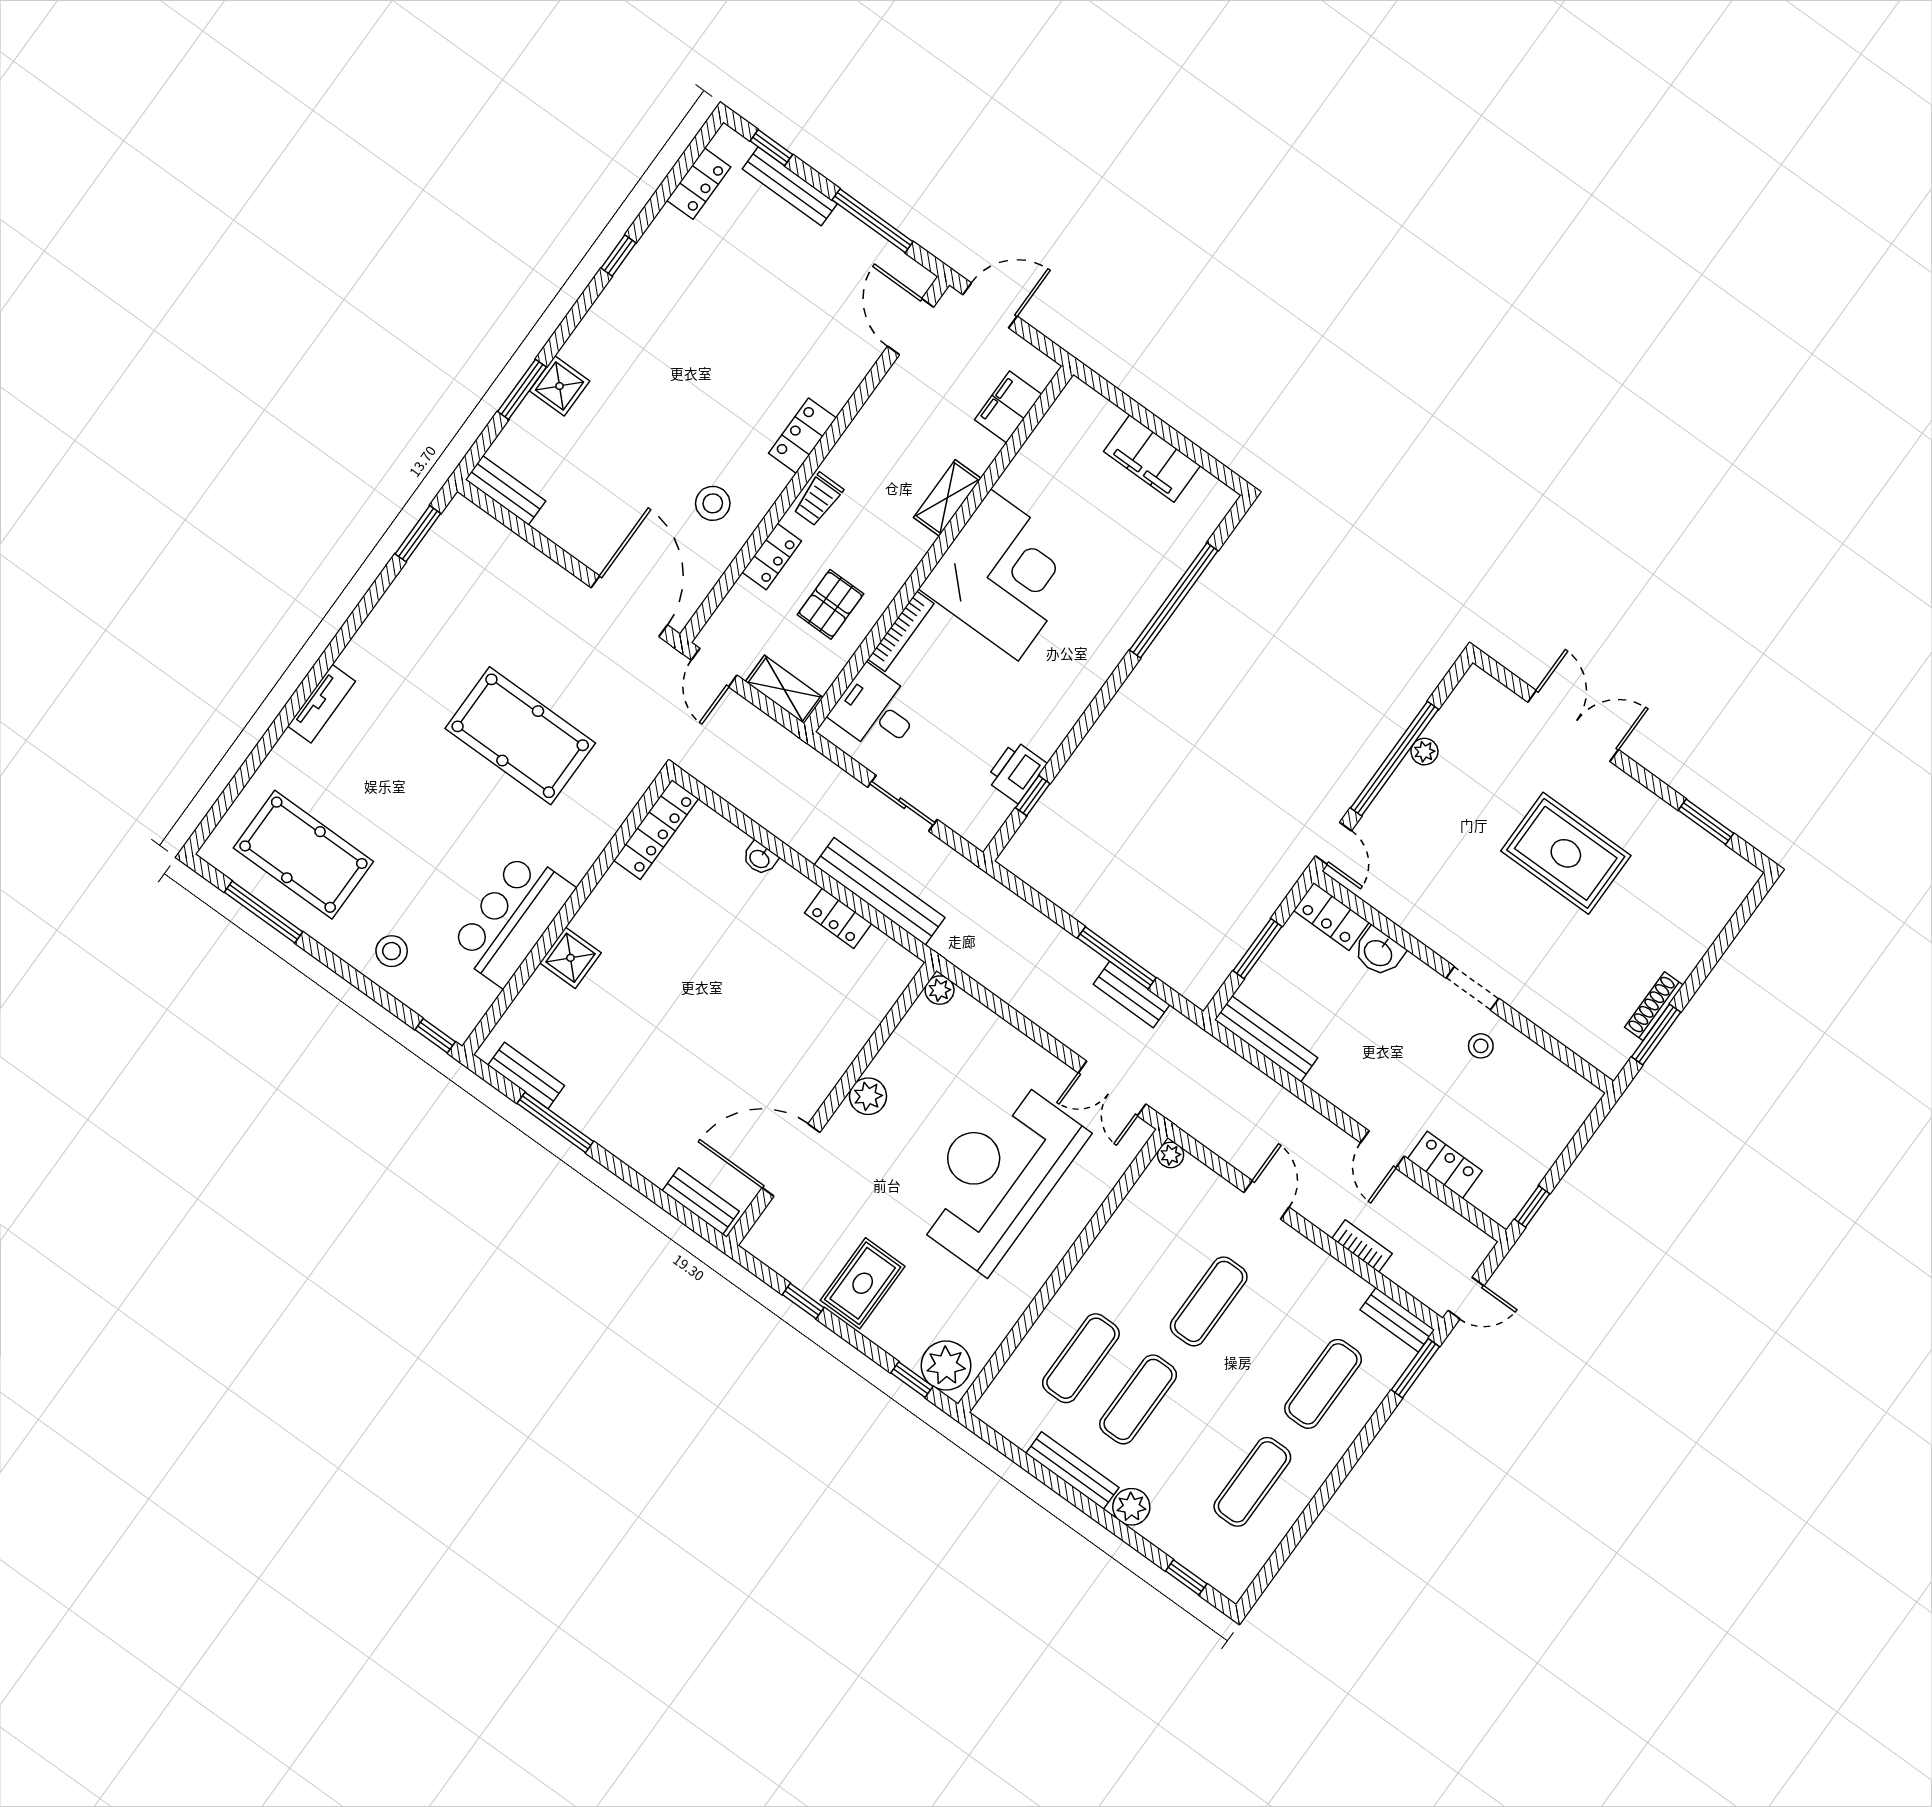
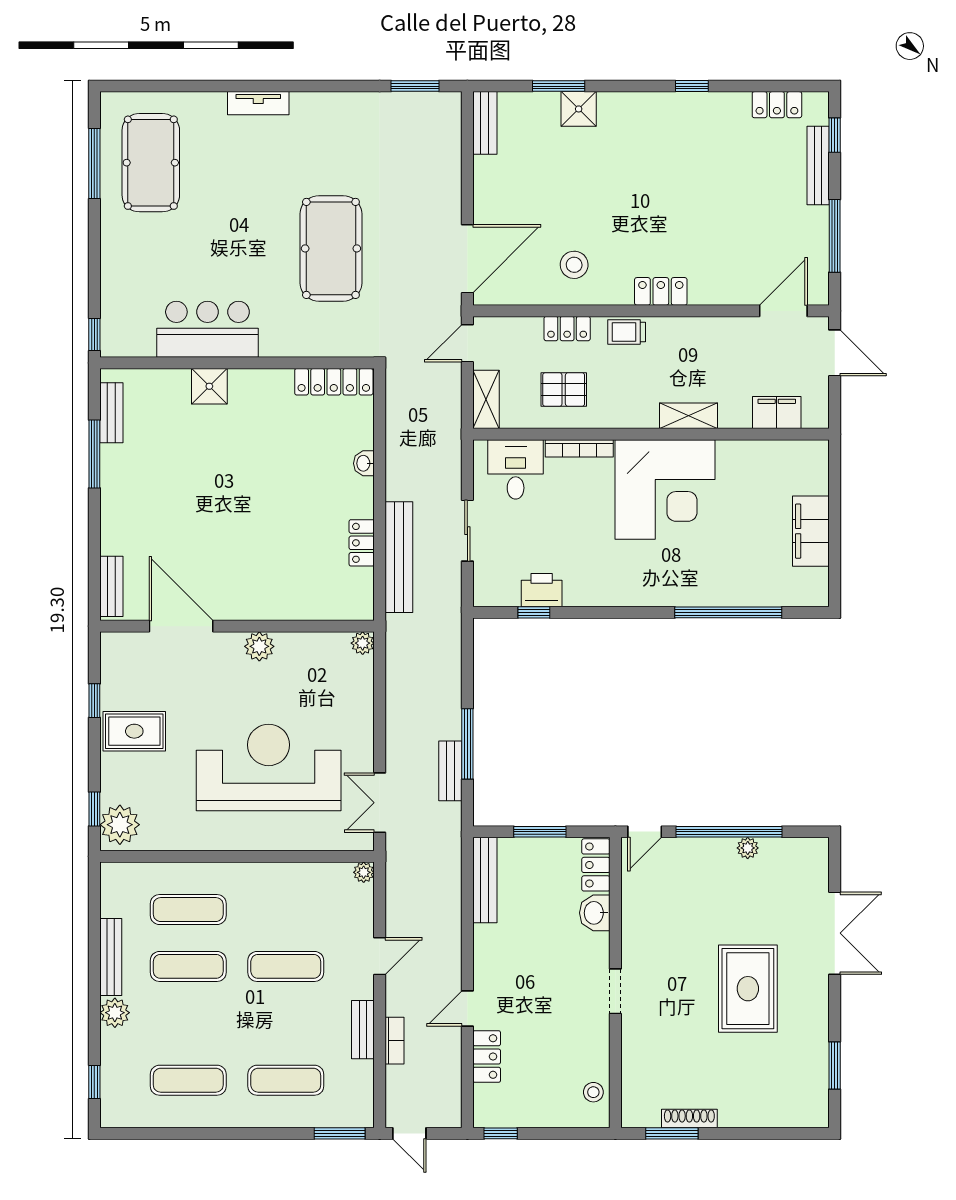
stool: (392, 951) -> (129, 266), removed
stool: (1481, 1046) -> (593, 1092), moved
bench: (1397, 1320) -> (363, 1030), moved

